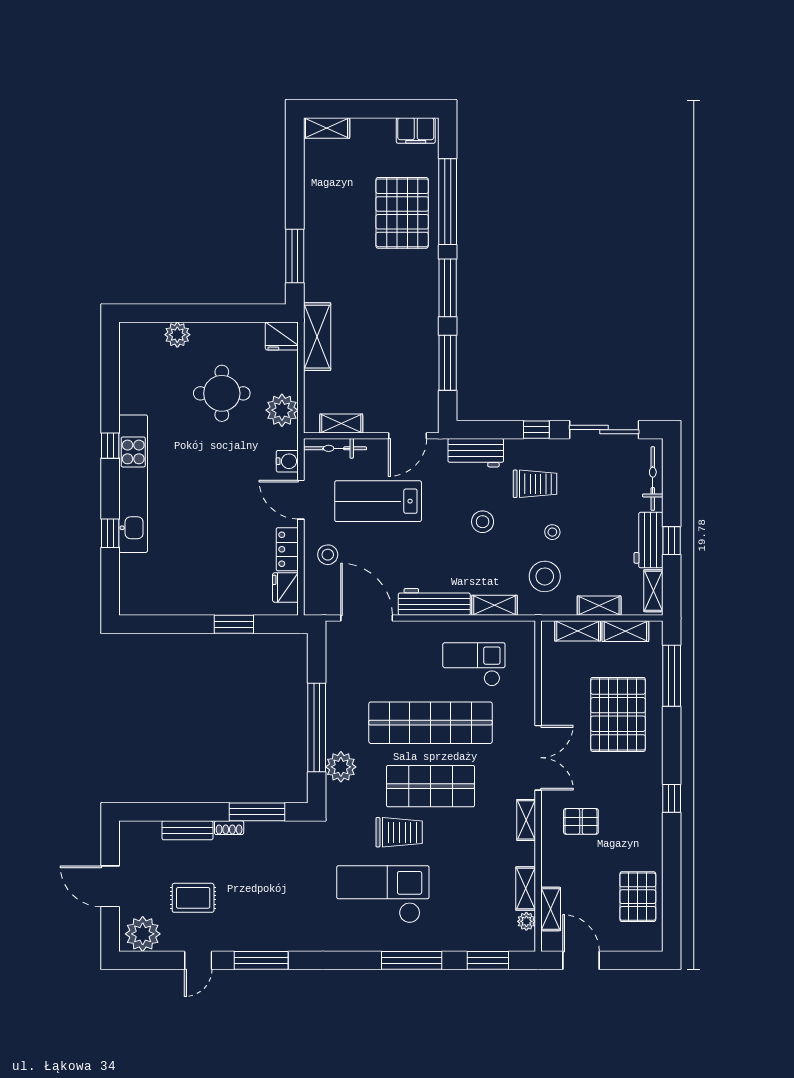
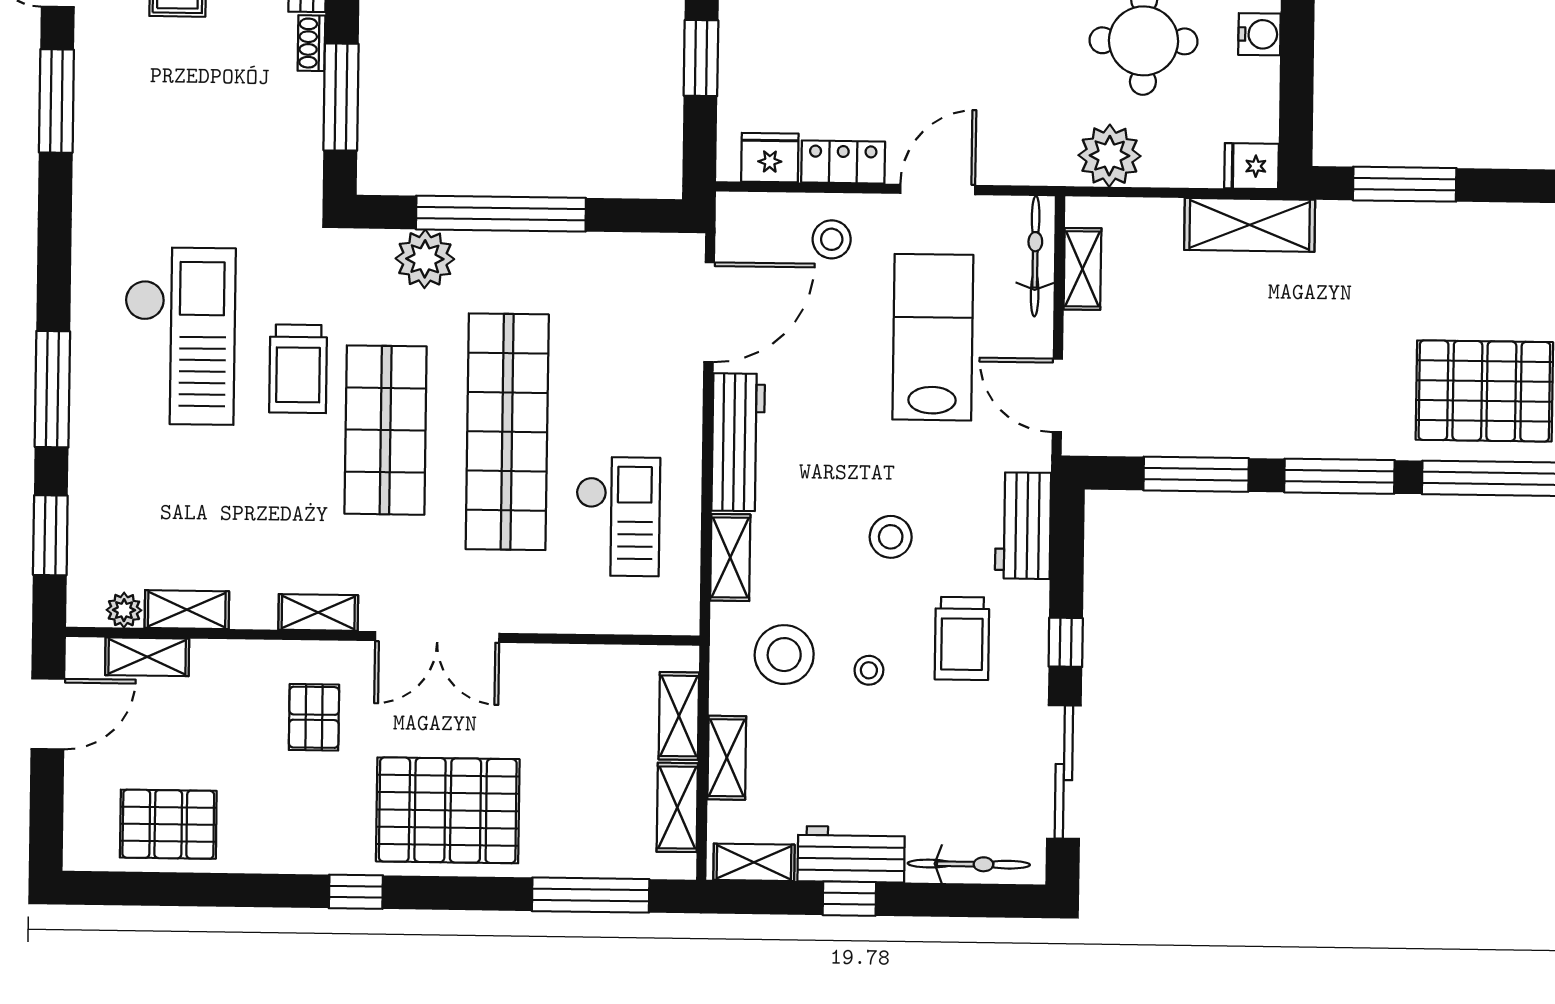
fridge: (282, 336) -> (1252, 166), width x0.72
water cooler: (287, 461) -> (1259, 34), moved, turned -90
pallet: (618, 714) -> (448, 810), moved

